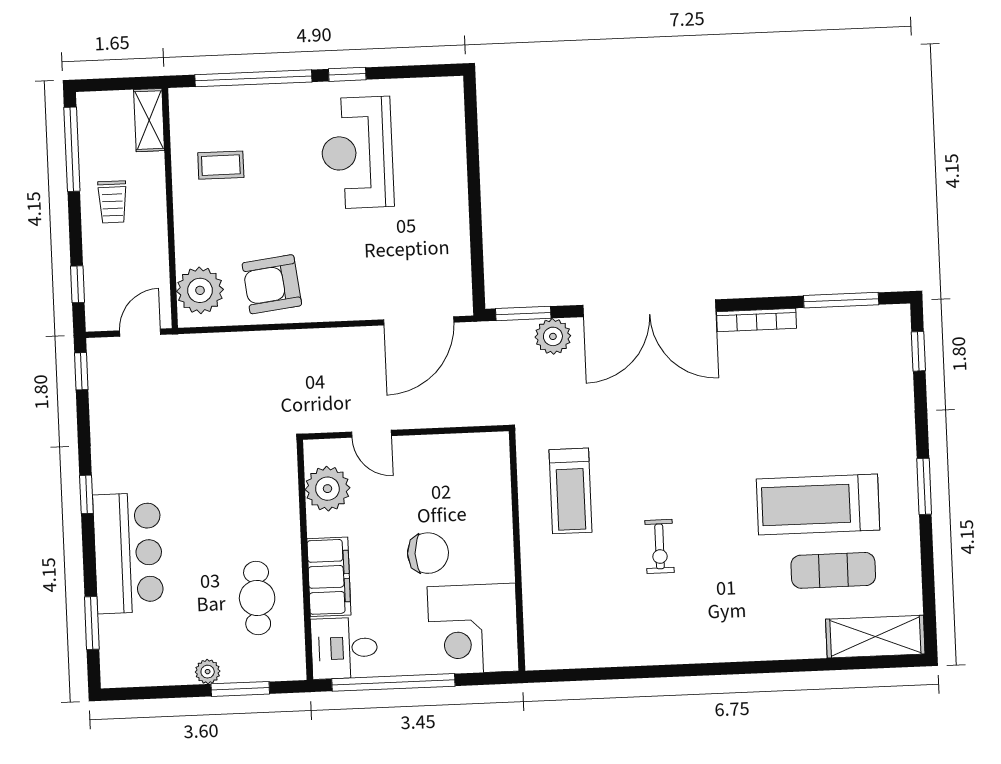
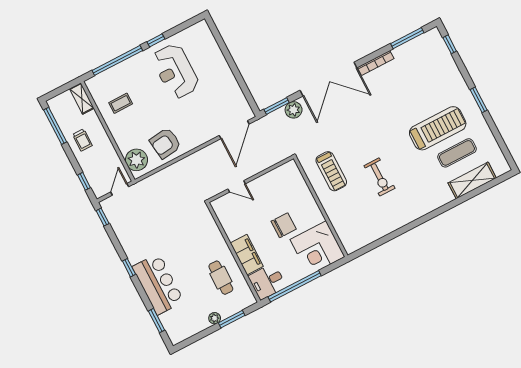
plant: (327, 489) -> (229, 218), removed
treadmill: (818, 504) -> (438, 128), turned 180
exercise bike: (660, 546) -> (379, 177), width x1.38, depth x1.39
shelving: (875, 637) -> (472, 180), moved

